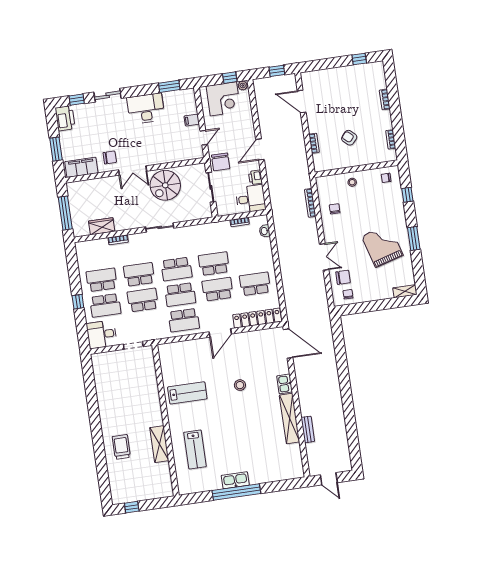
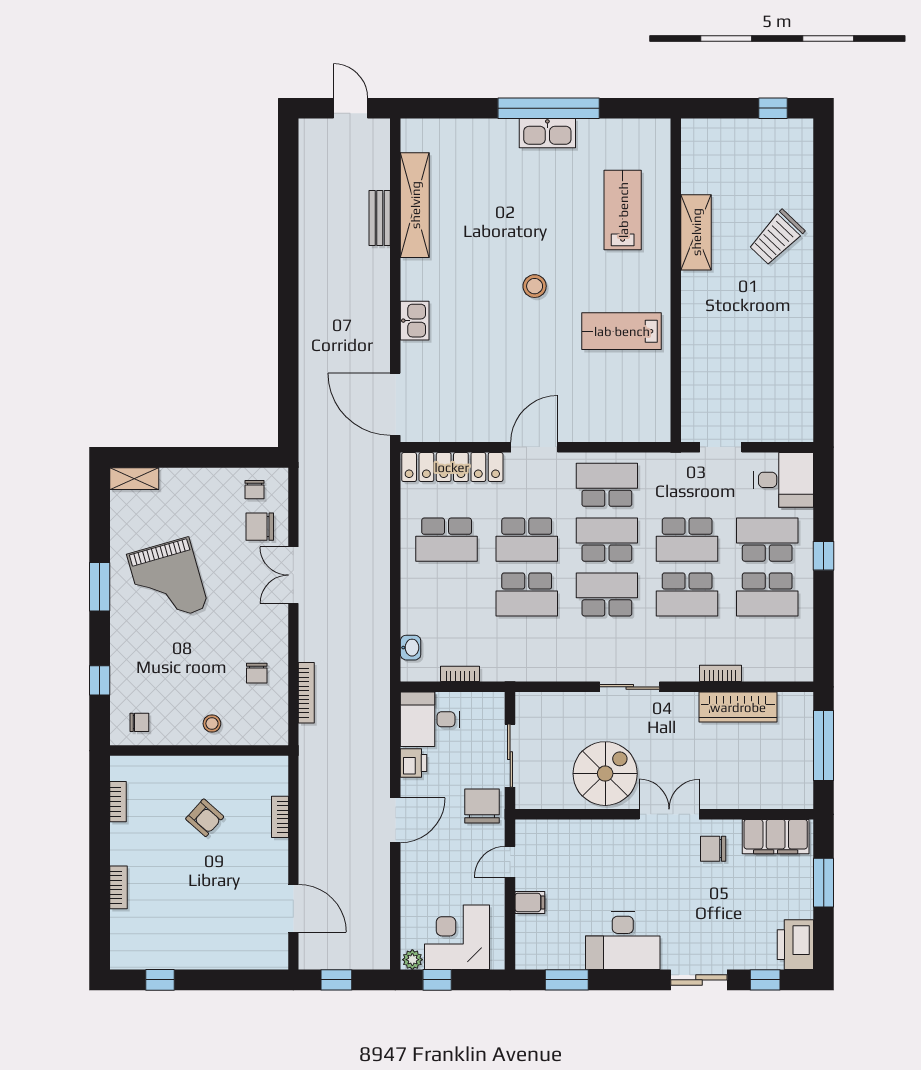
wardrobe: (102, 226) -> (738, 707), width x1.50
stool: (240, 385) -> (535, 286), moved
shelving: (290, 418) -> (415, 205), moved
trolley: (121, 447) -> (777, 238), turned 44

